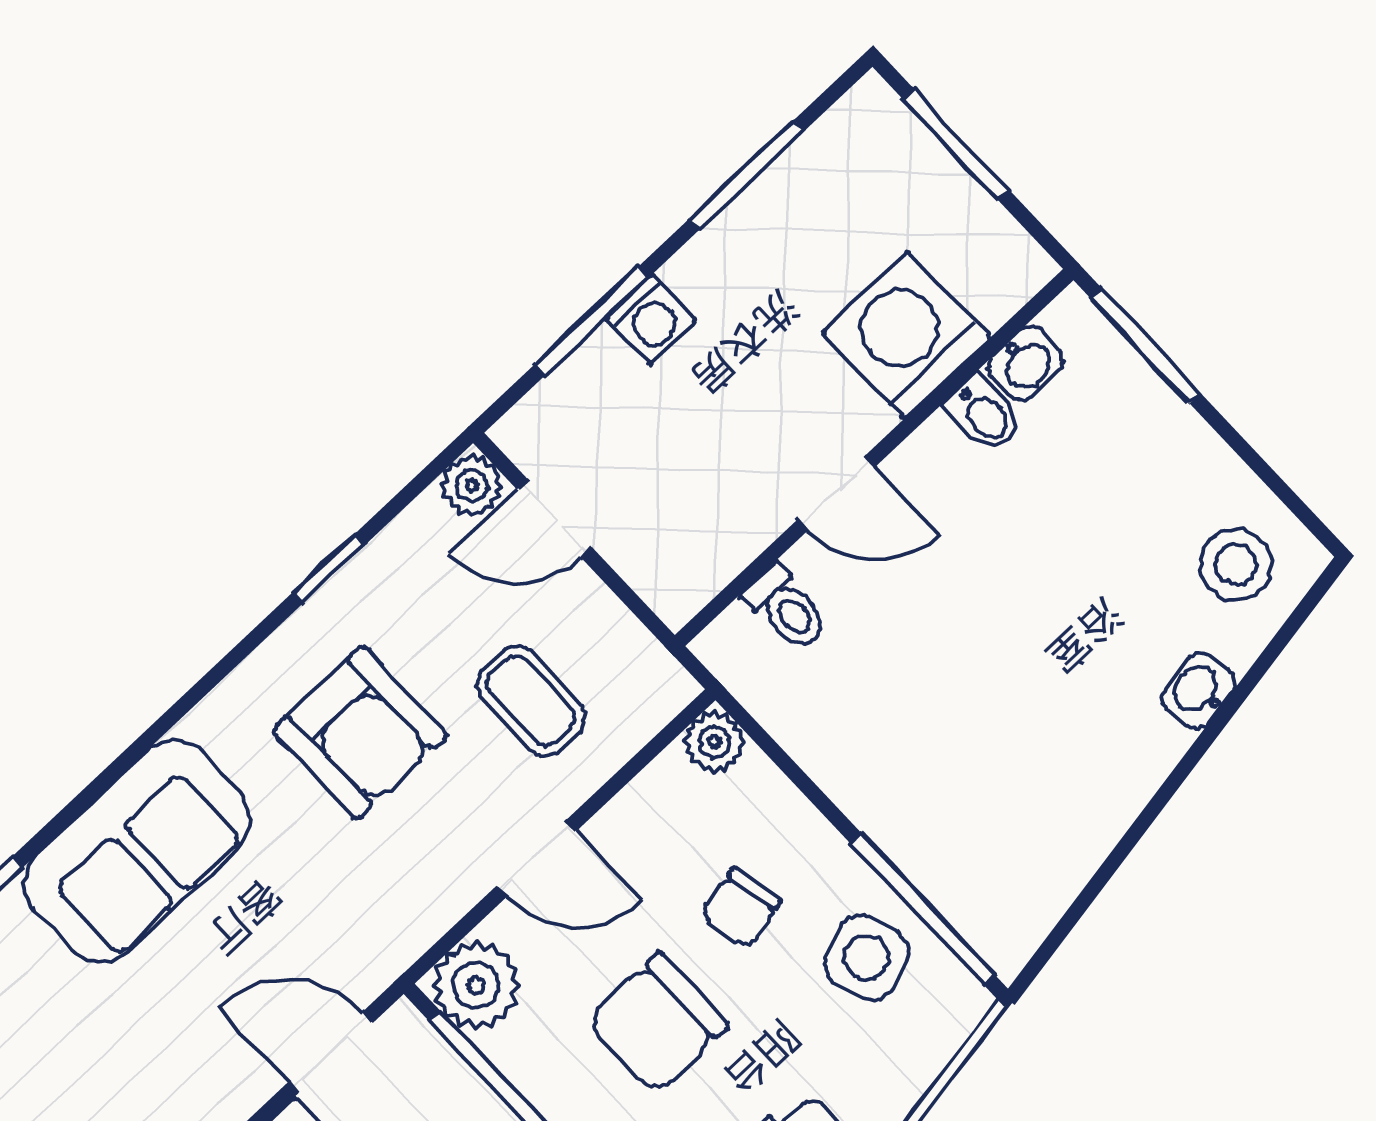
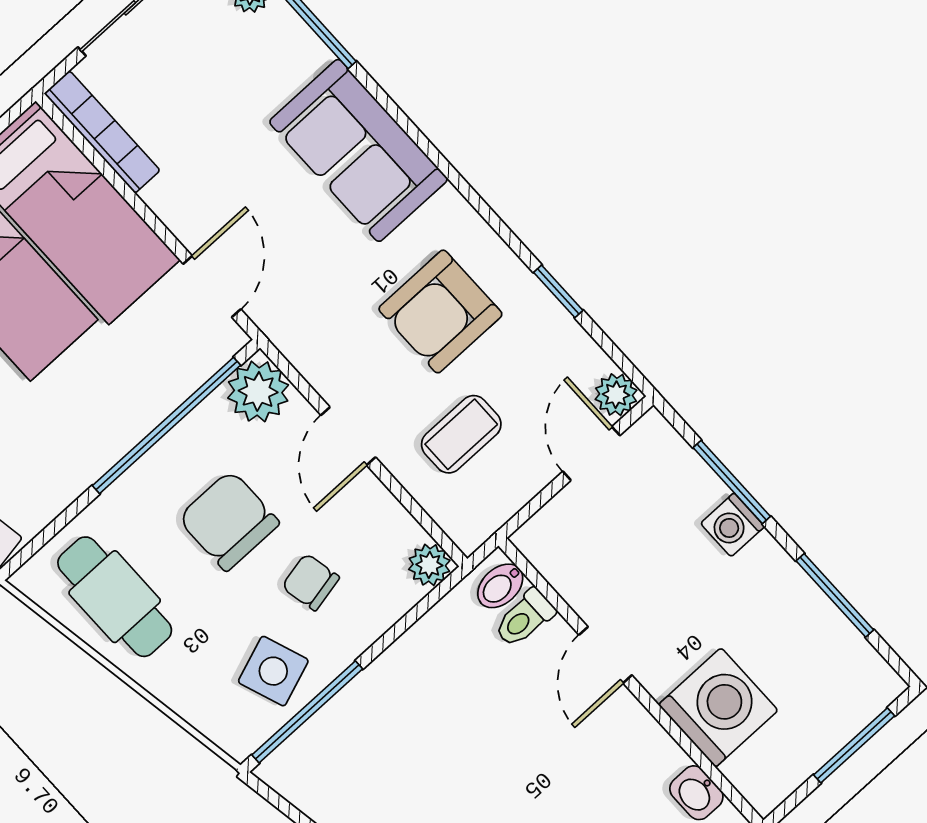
bidet: (984, 414) -> (500, 586), moved

